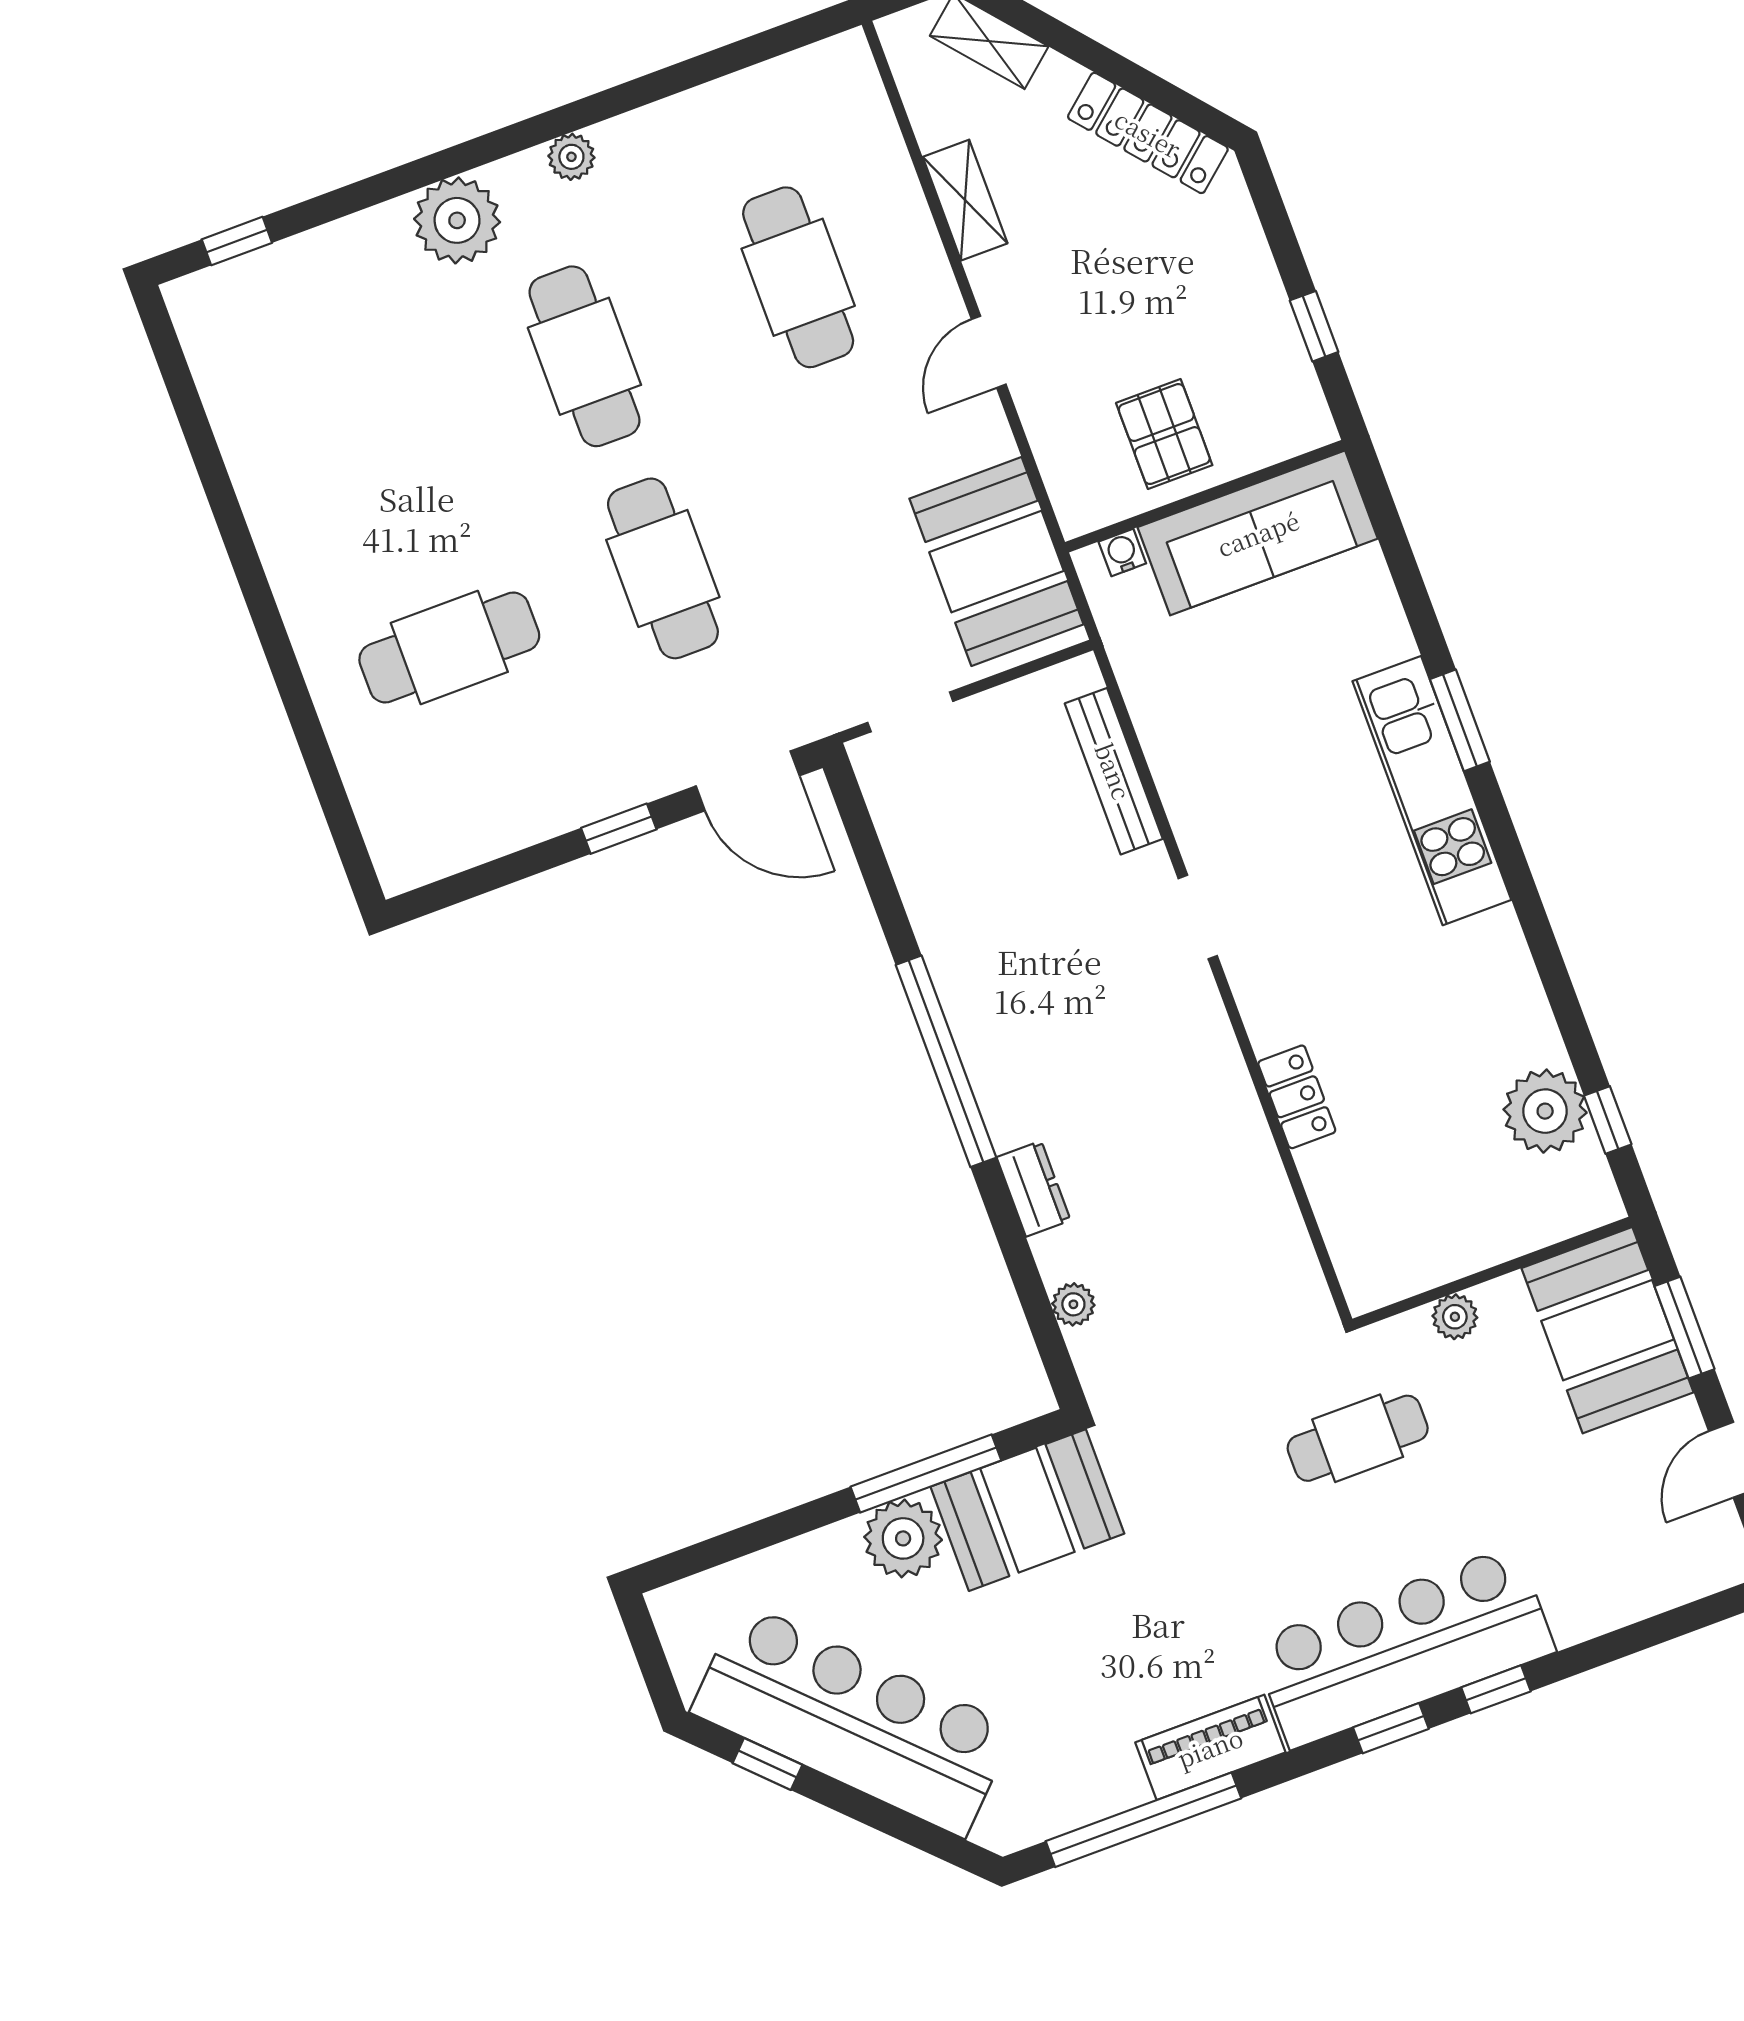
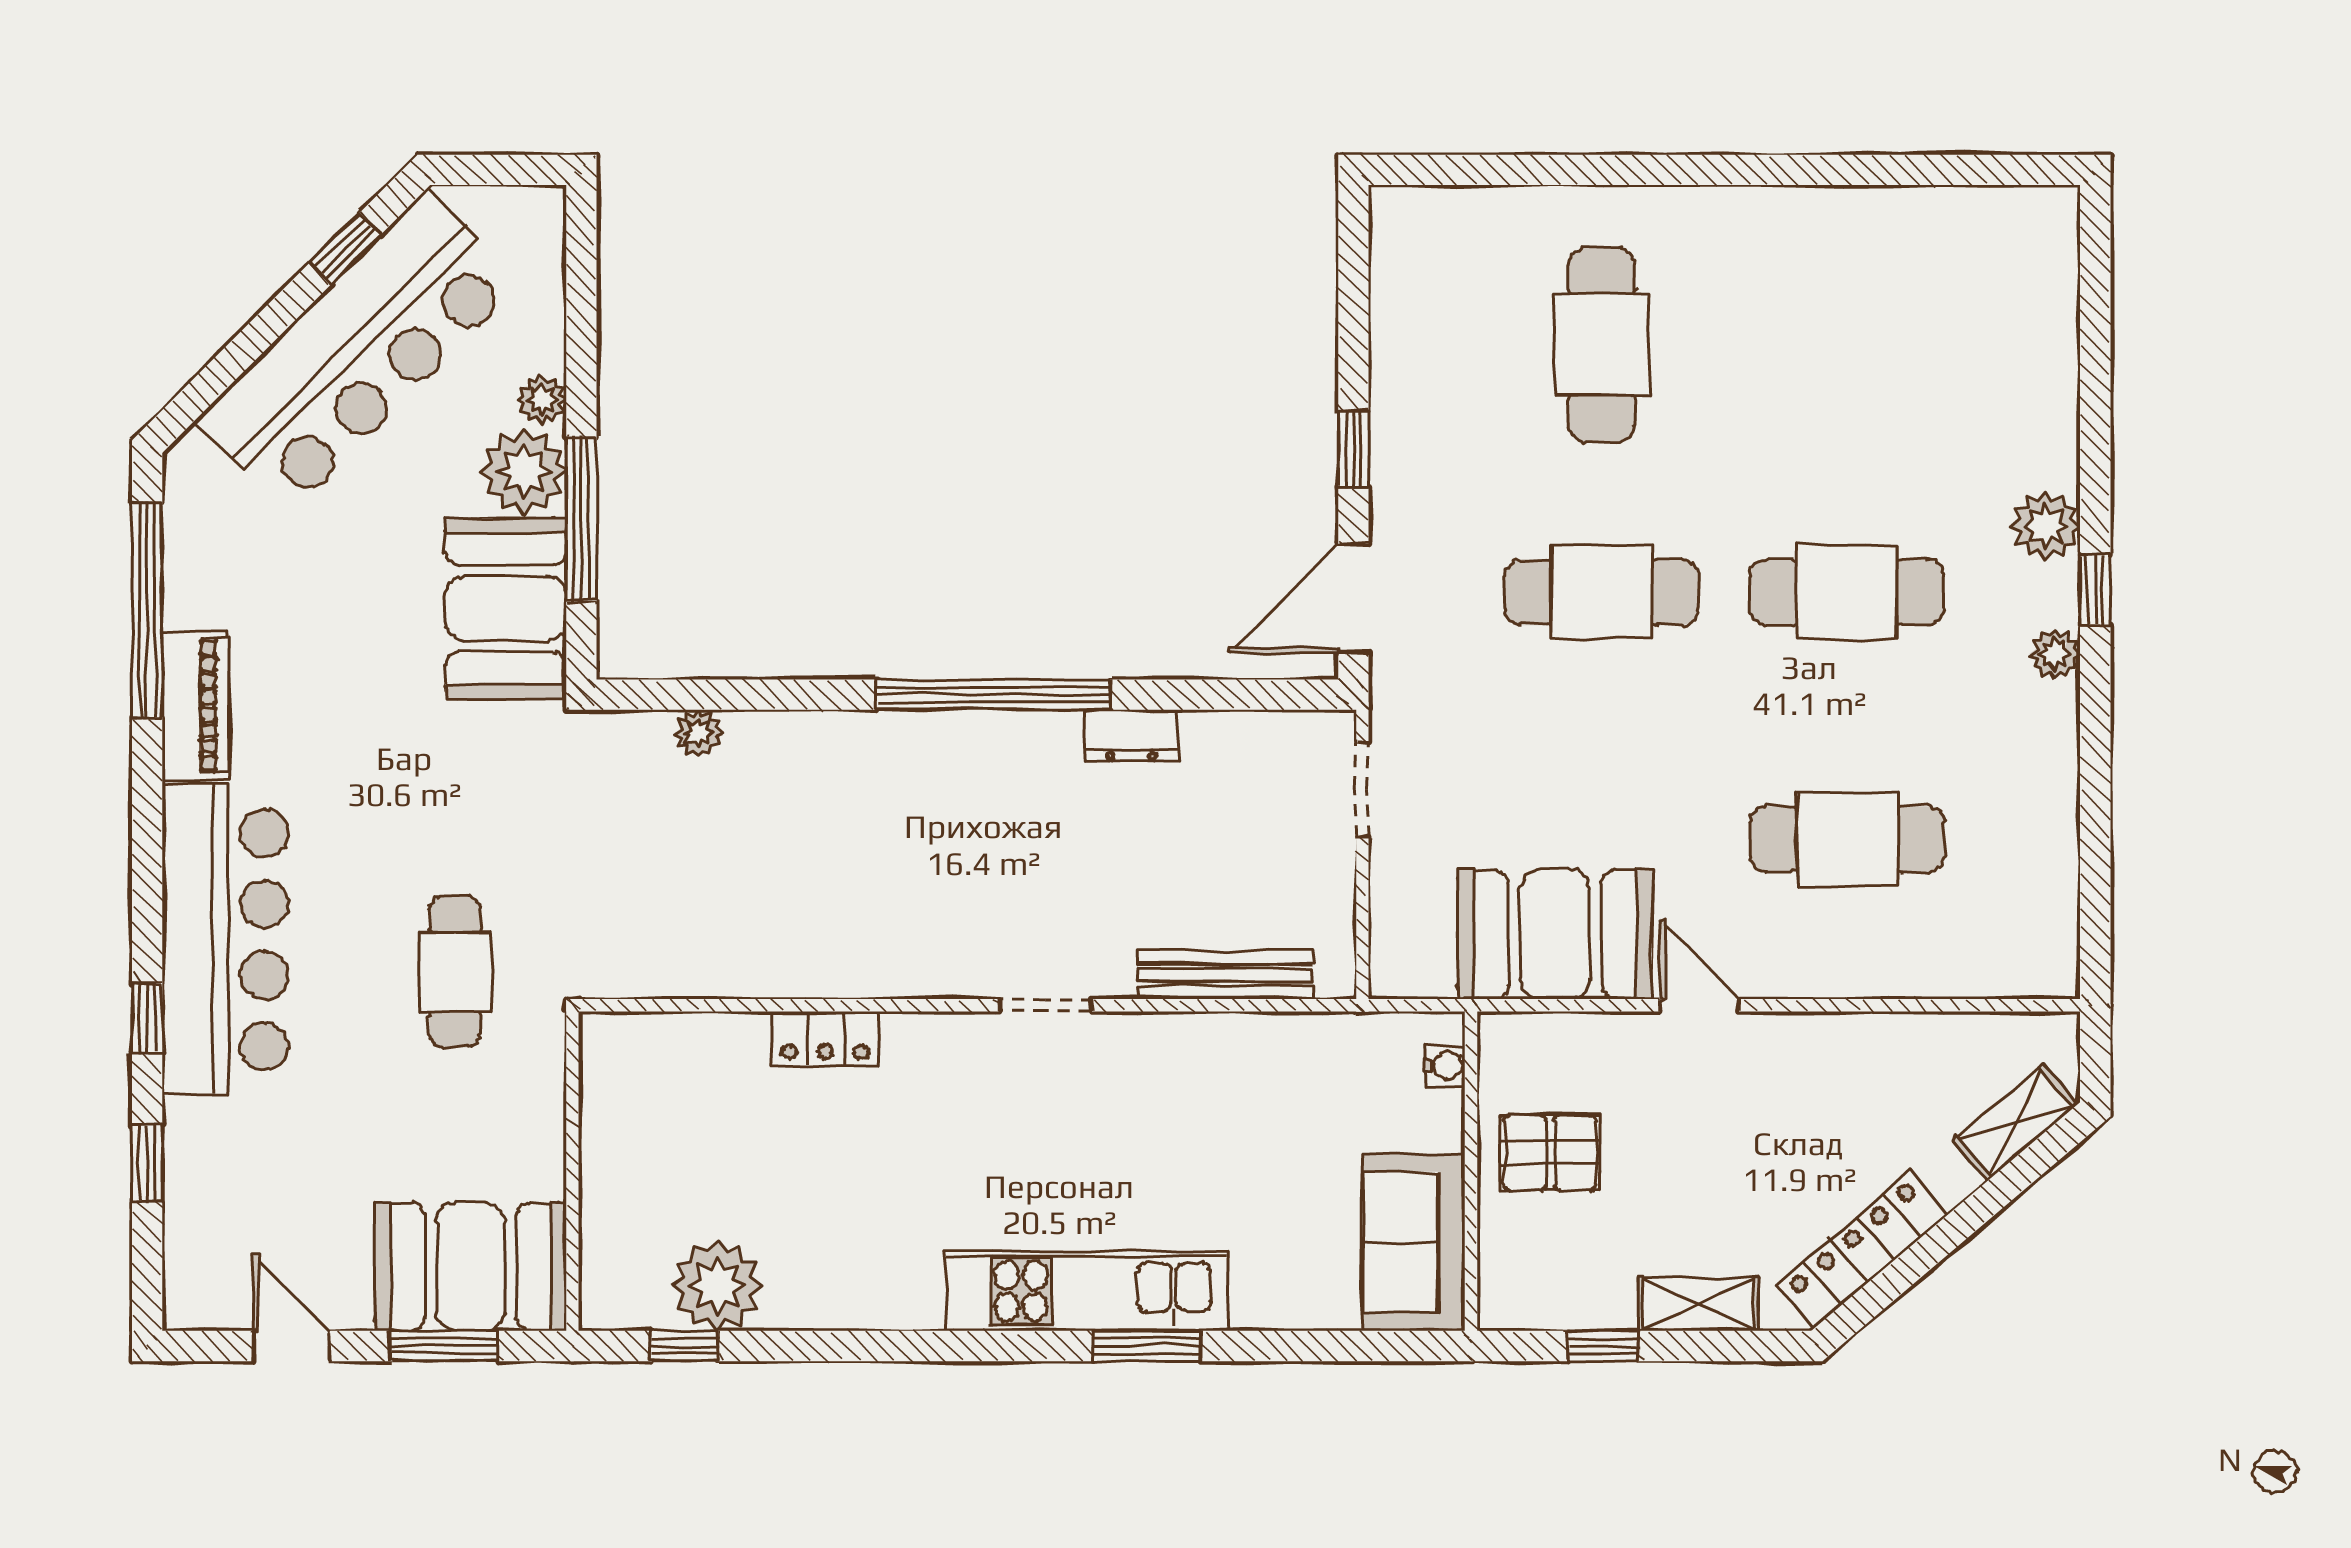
shelving: (965, 200) -> (1698, 1304), moved
plant: (457, 220) -> (2046, 526), width x0.73, depth x0.73
window: (237, 241) -> (2095, 590), moved
sofa: (1258, 533) -> (1414, 1243), width x0.73
booth: (996, 562) -> (1555, 934), moved
dresser: (1033, 1189) -> (1131, 736), moved
plant: (1455, 1317) -> (542, 400), moved
window: (1391, 1728) -> (147, 1163), moved

